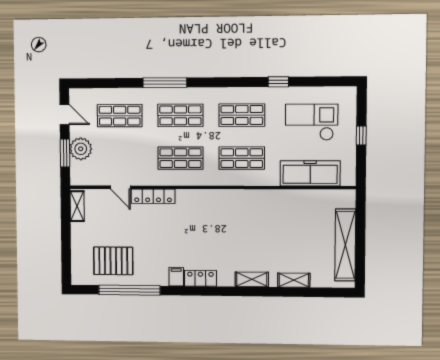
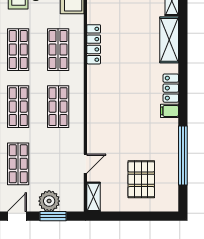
locker: (153, 196) -> (94, 44), moved
shelving: (77, 206) -> (93, 197), moved, turned 90
pallet: (113, 261) -> (141, 179), moved
shelving: (252, 279) -> (169, 40), width x1.50, depth x1.33

